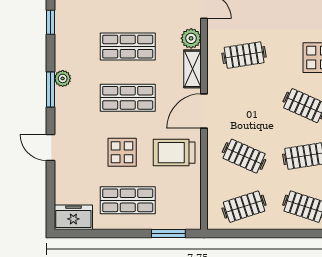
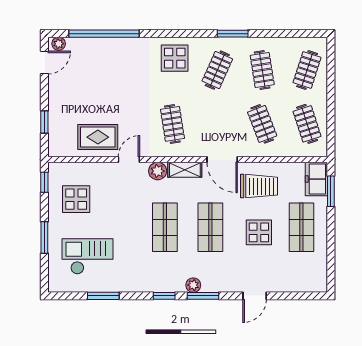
window: (50, 22) -> (164, 296), moved
trolley: (174, 153) -> (259, 186), turned -90
clothes rail: (244, 156) -> (262, 124), turned -45
freezer: (73, 217) -> (316, 179), moved

